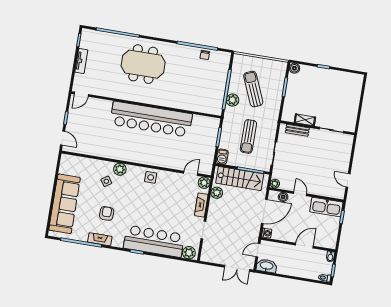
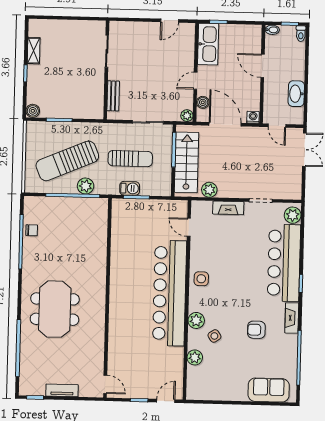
sun lounger: (253, 89) -> (67, 161), width x1.36, depth x1.34
bar counter: (151, 119) -> (170, 293), moved, turned 180
shelving: (305, 120) -> (34, 51), moved
barbecue: (222, 157) -> (130, 188), moved
plant: (204, 183) -> (195, 357), moved
sofa: (65, 204) -> (269, 390), width x0.54, depth x0.79
fireplace: (100, 239) -> (292, 318), moved
washbasin: (267, 266) -> (296, 94), moved

